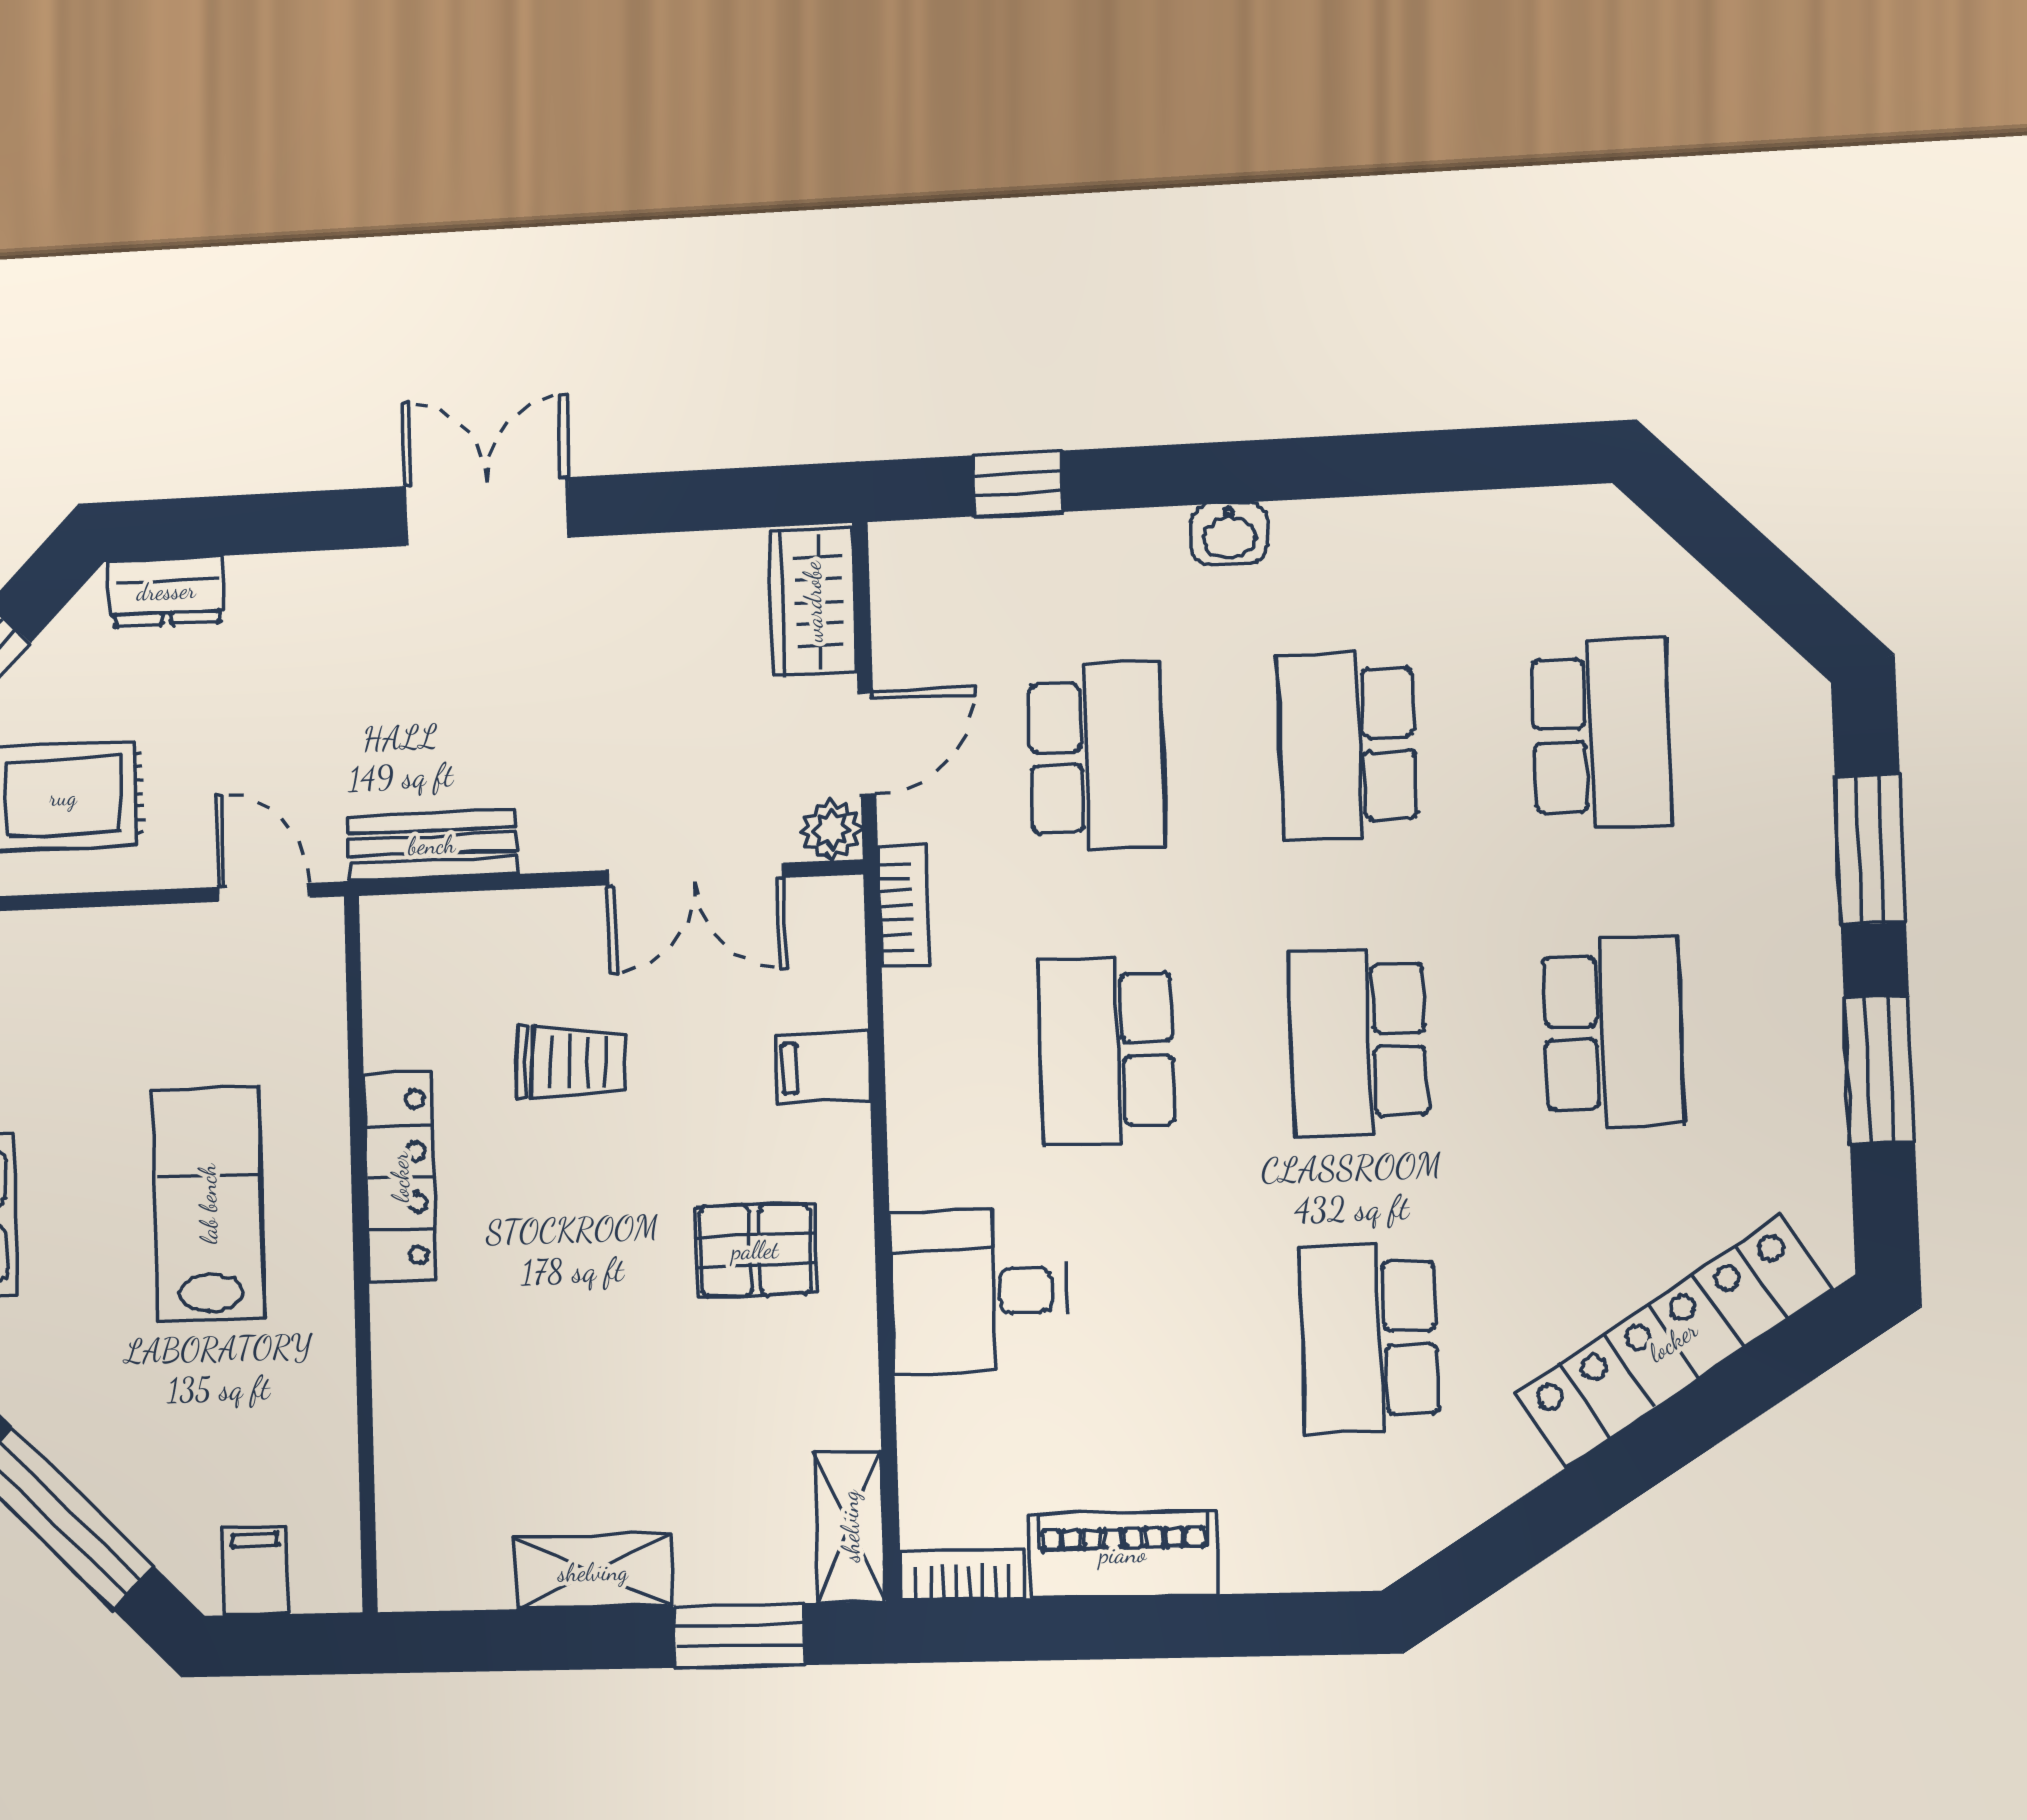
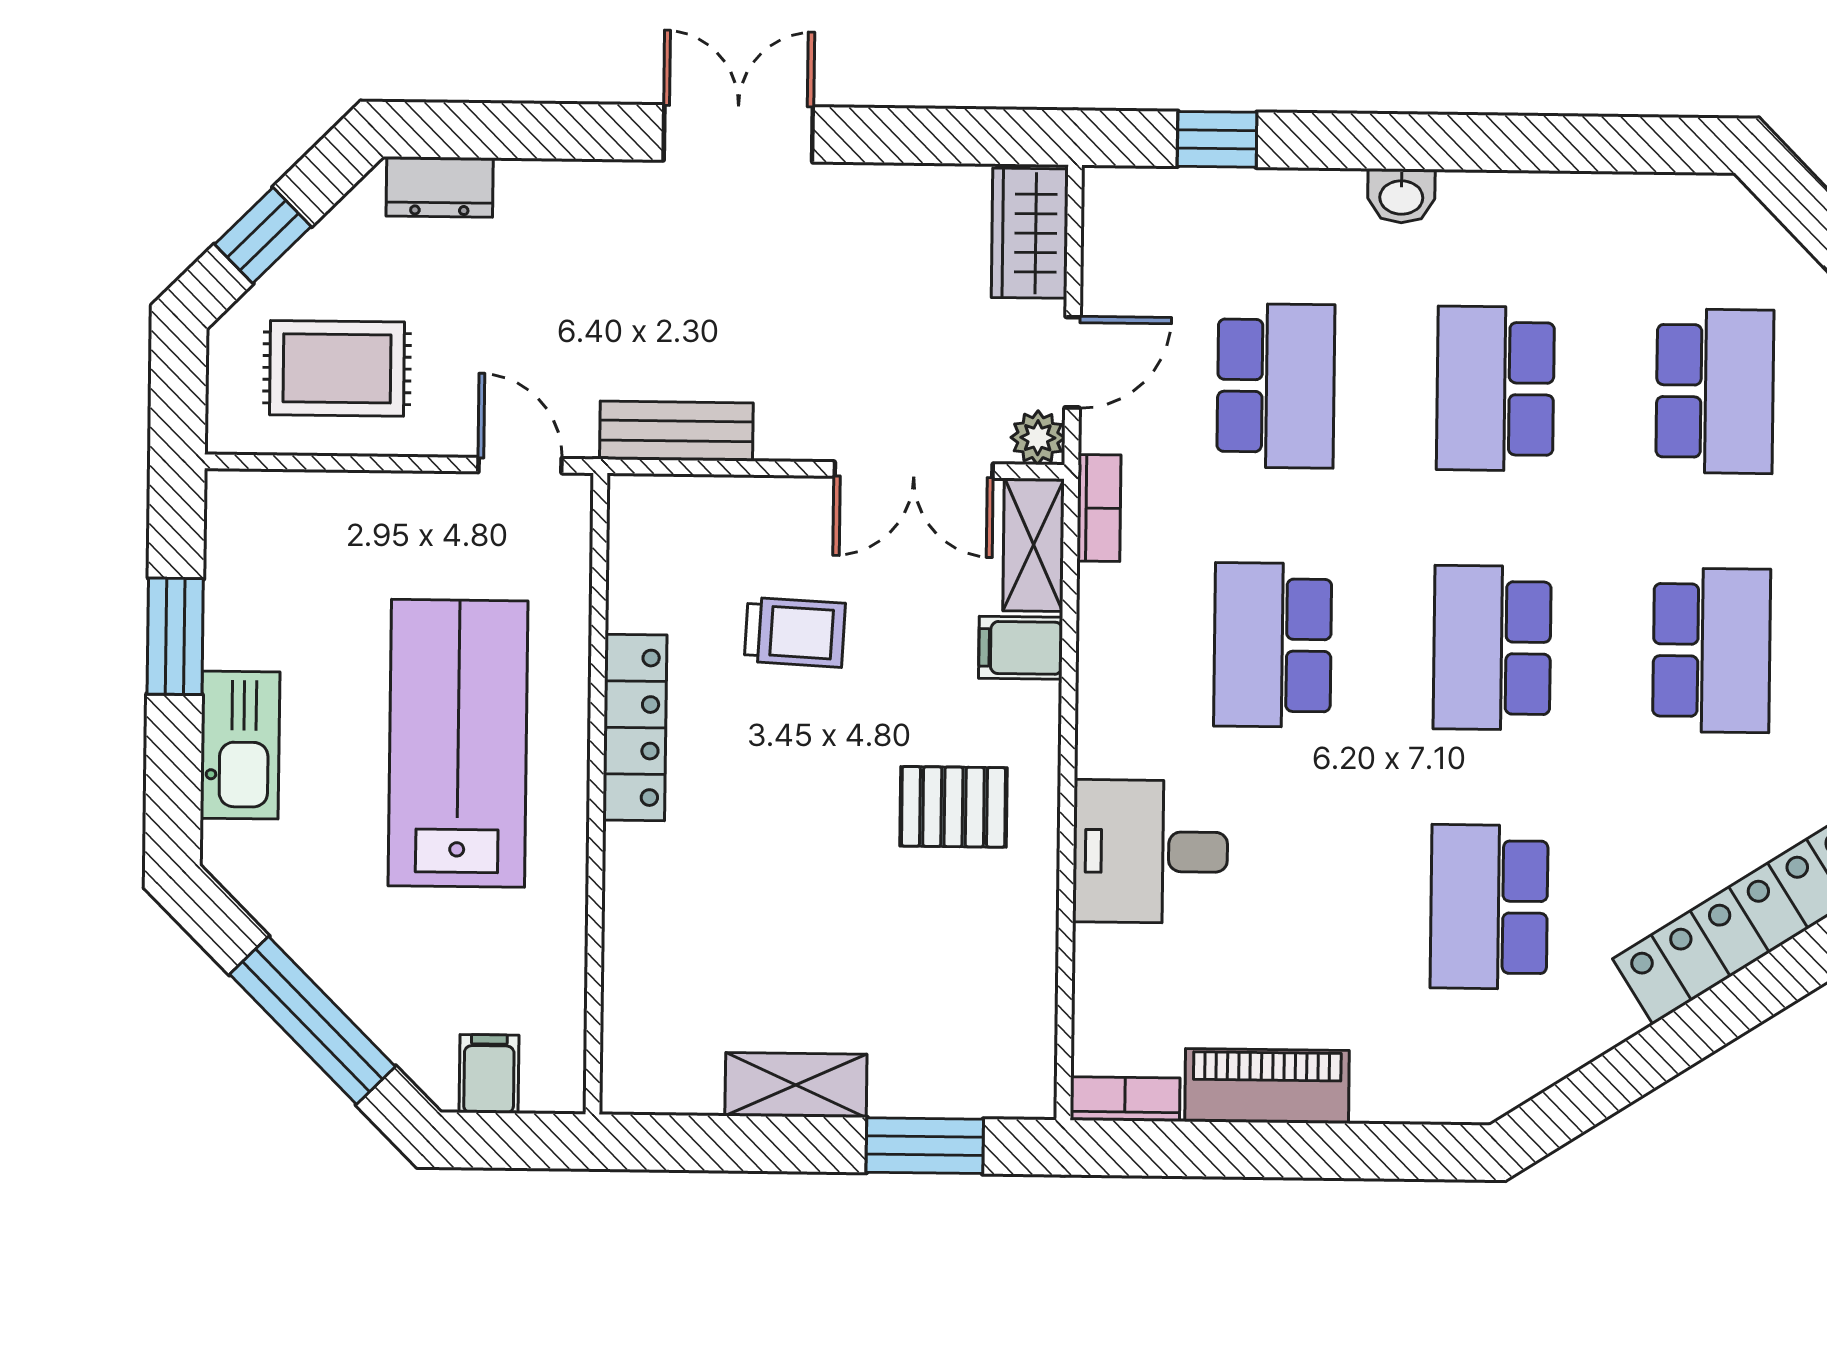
lab bench: (208, 1204) -> (458, 743), width x1.36, depth x1.39
shelving: (850, 1526) -> (1034, 545), moved

